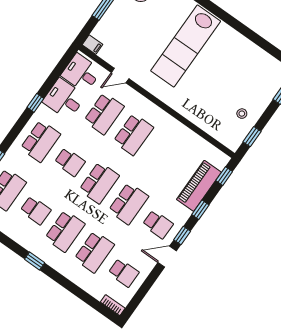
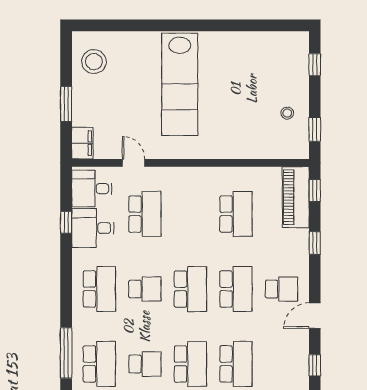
filing cabinet: (92, 45) -> (82, 143), width x2.00
door: (120, 76) -> (134, 163), swing flipped
window: (35, 103) -> (66, 222), moved
school desk: (133, 134) -> (236, 214), moved
piano: (199, 186) -> (296, 197), moved
window: (182, 235) -> (315, 365), moved
school desk: (124, 273) -> (281, 364), removed

